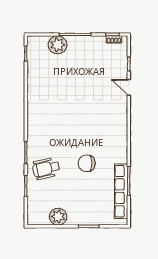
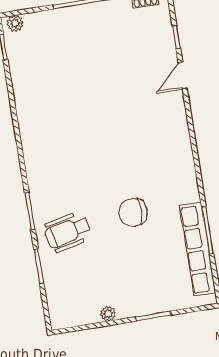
plant: (58, 45) -> (15, 23), moved, width x0.53, depth x0.53
door: (129, 87) -> (183, 76), hinge flipped
plant: (58, 217) -> (108, 314), width x0.53, depth x0.53

